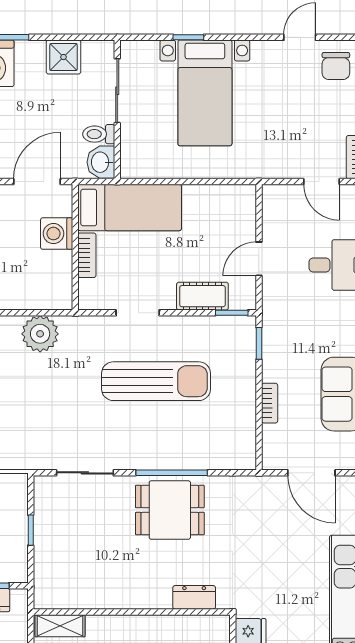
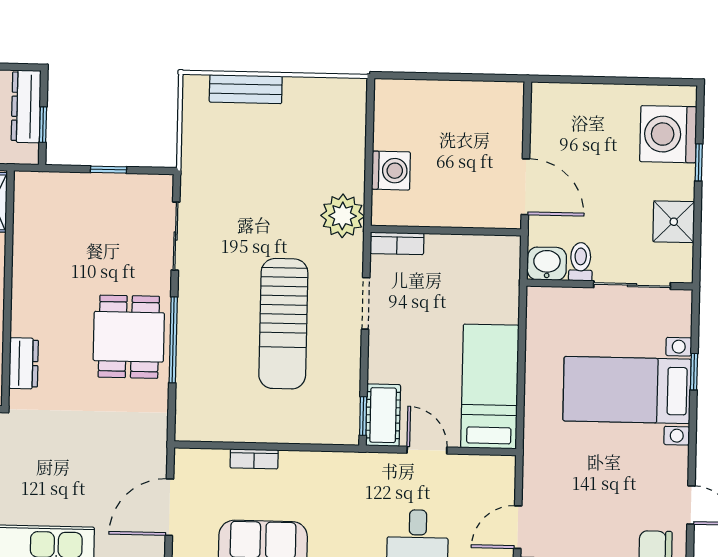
bed: (130, 207) -> (490, 386), moved, turned 180
washing machine: (57, 234) -> (391, 171), moved, turned 90
bookcase: (87, 255) -> (397, 243), moved
cot: (202, 296) -> (383, 415), moved
plant: (40, 334) -> (343, 216), moved
window: (259, 343) -> (326, 448), removed

